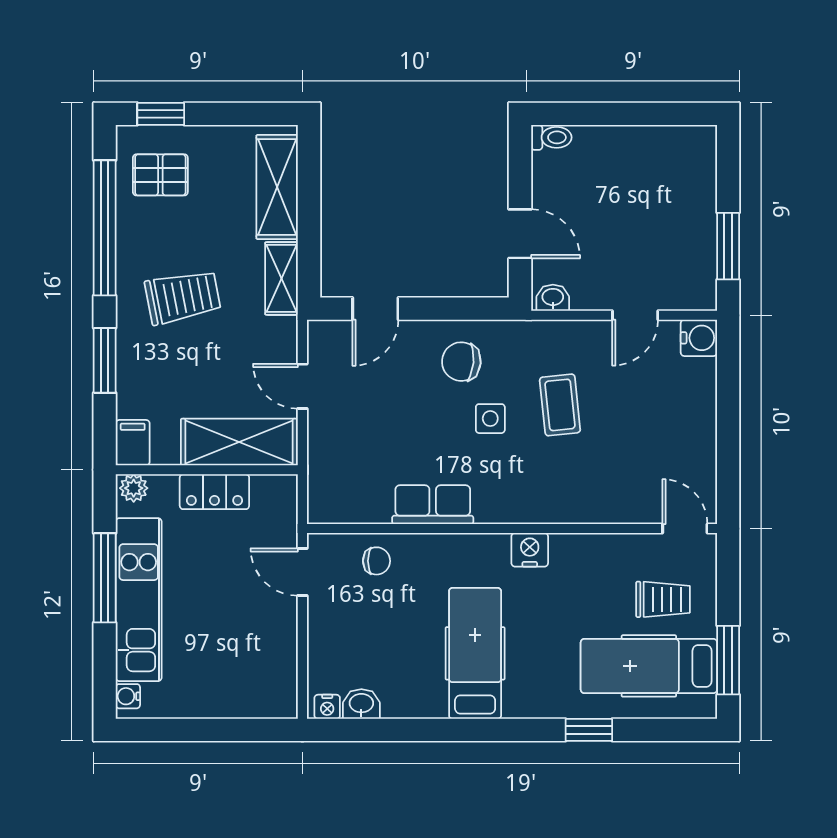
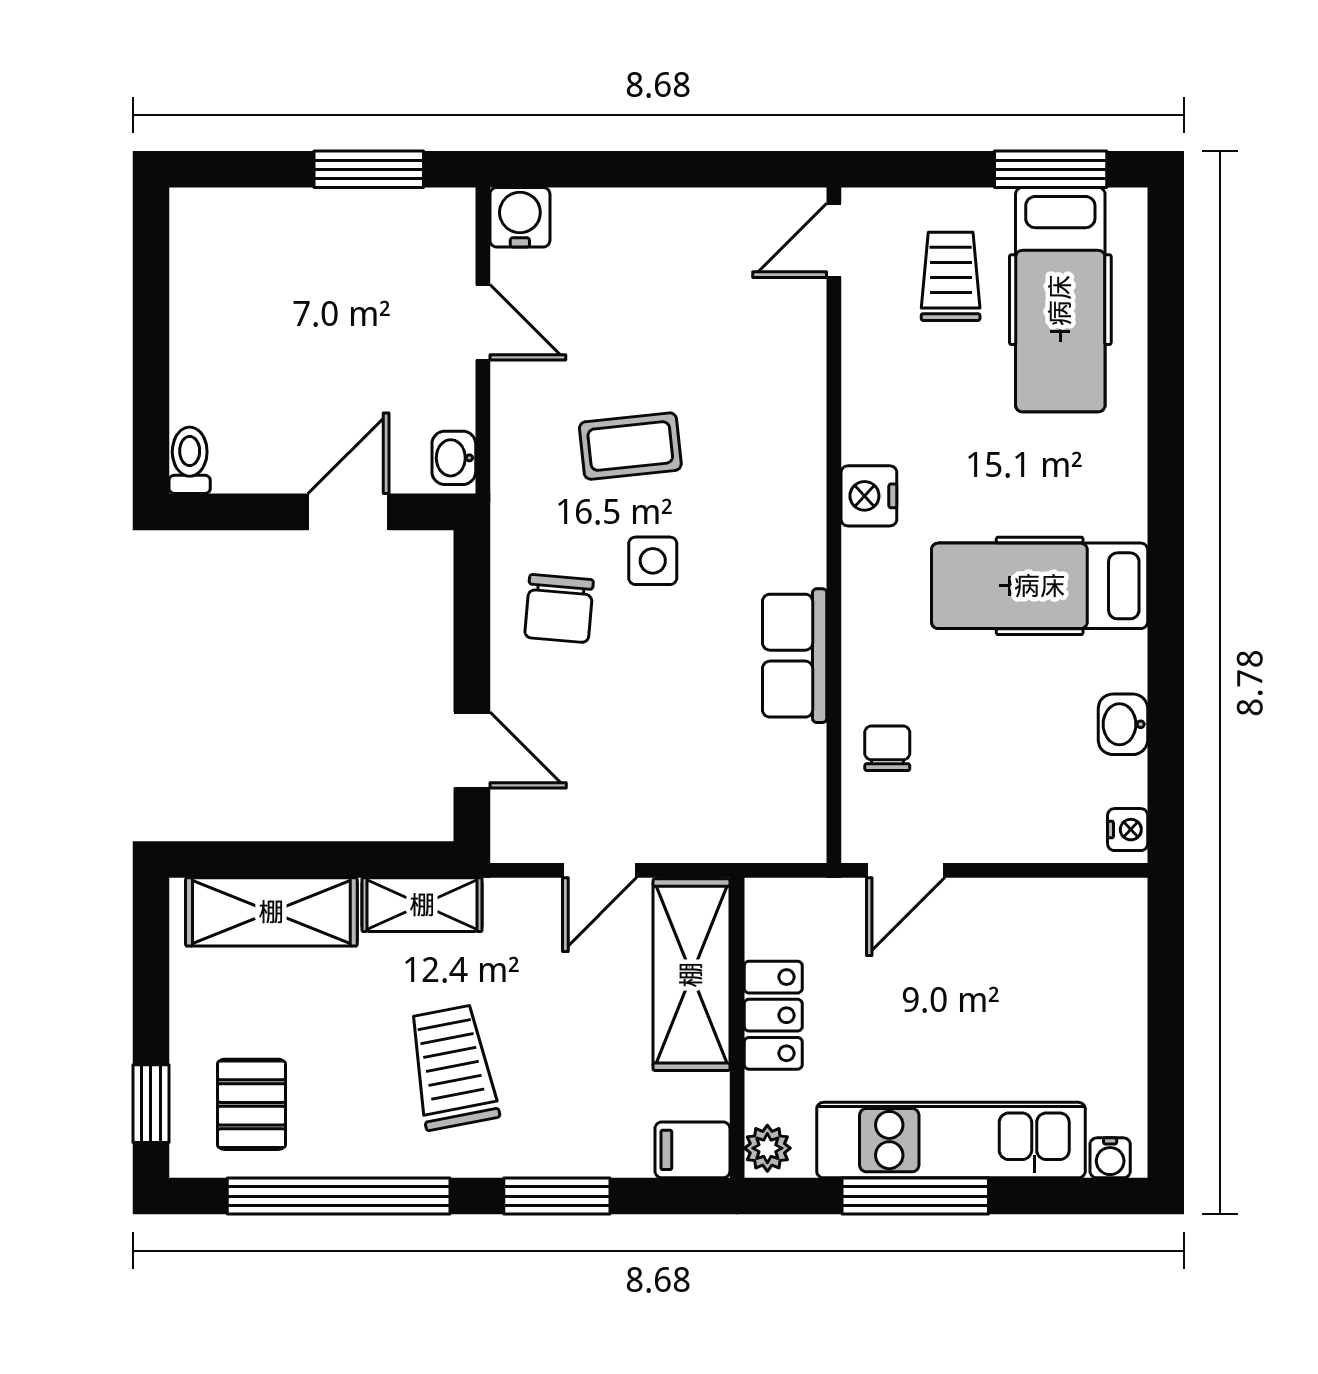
washbasin: (361, 704) -> (1123, 724), moved
window: (589, 730) -> (1166, 398), removed

